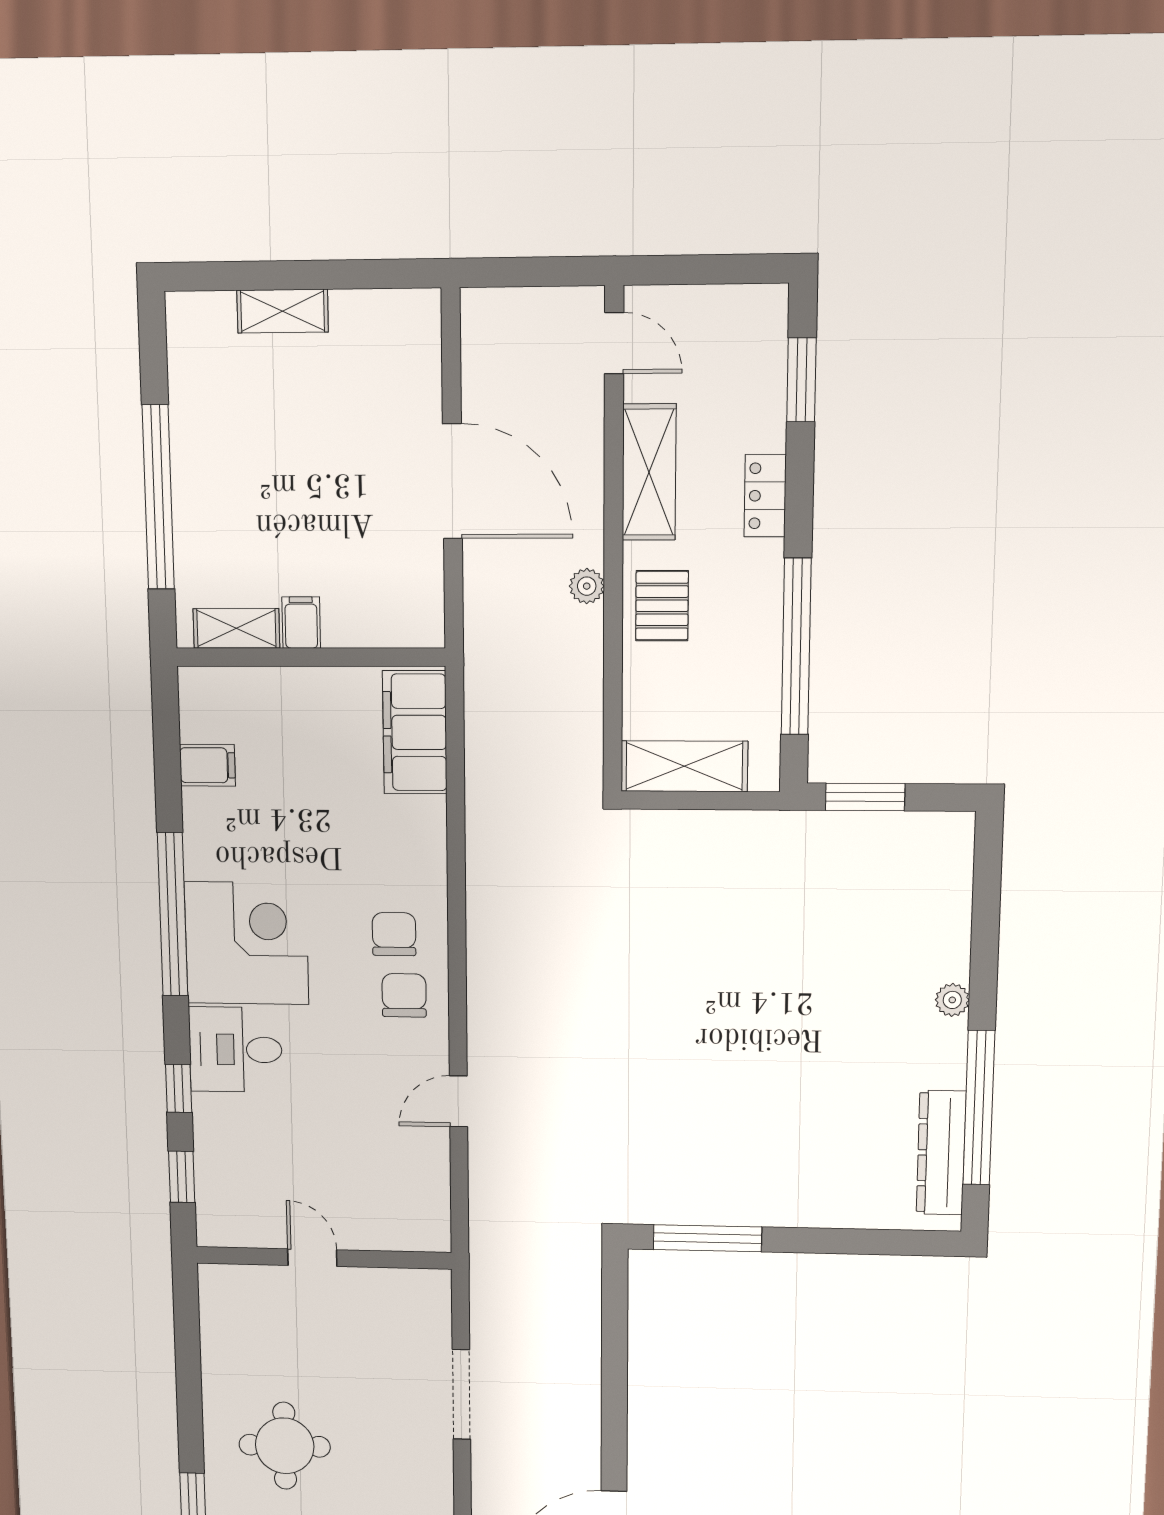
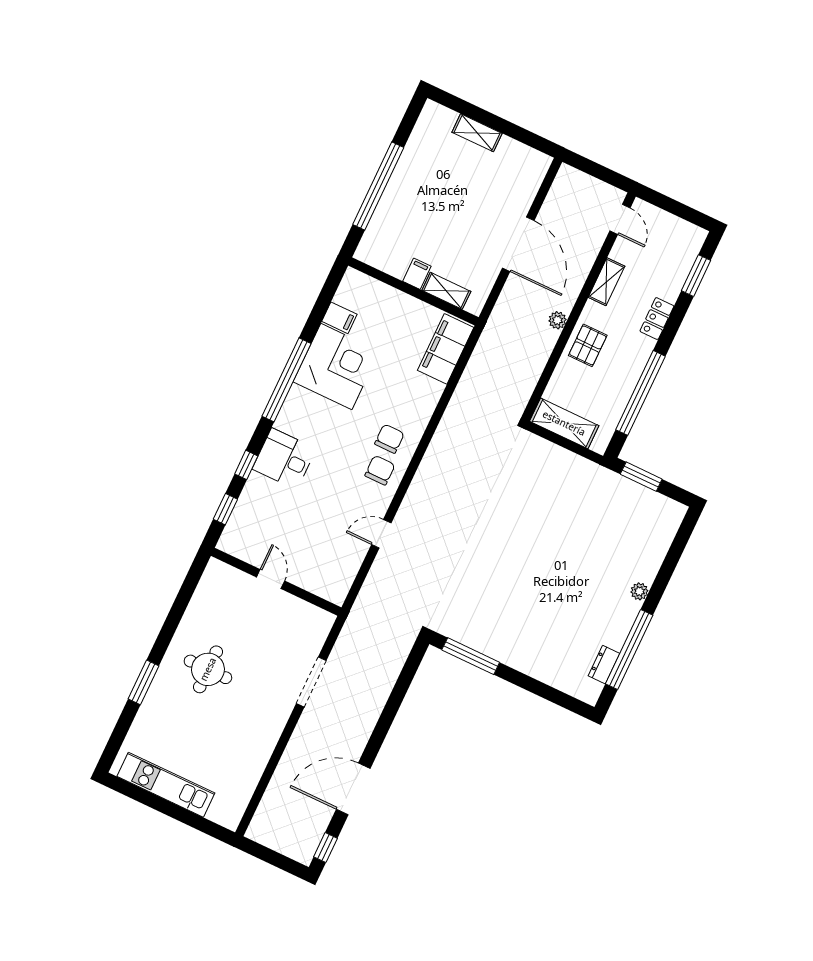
shelving: (649, 472) -> (606, 282), width x0.67, depth x0.75
shelving: (236, 628) -> (446, 291), moved
corner desk: (247, 943) -> (336, 366), moved
dresser: (941, 1153) -> (604, 665), width x0.51, depth x0.80

